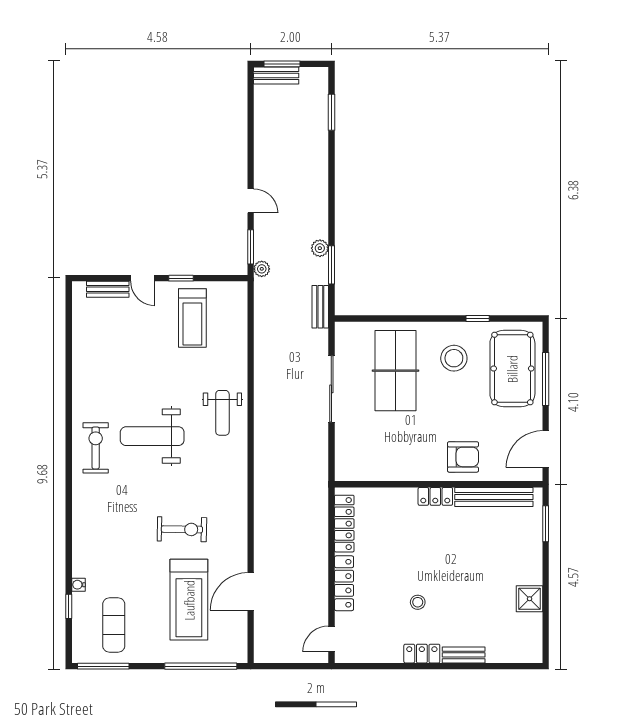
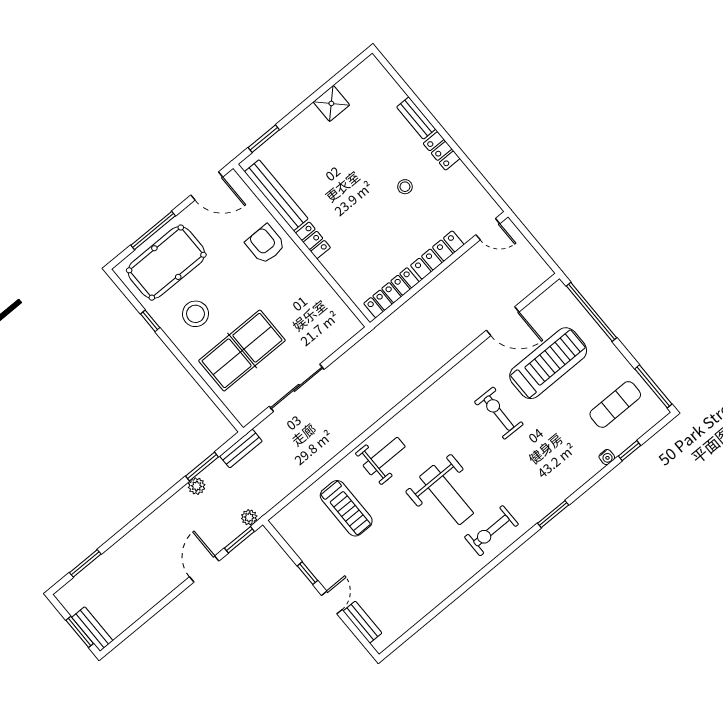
door: (251, 201) -> (204, 569), width x1.37
treadmill: (192, 318) -> (346, 508), moved, turned 90
window: (69, 506) -> (553, 514), added

